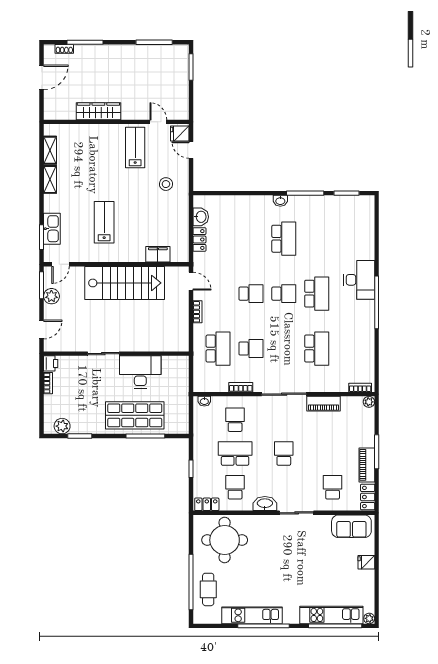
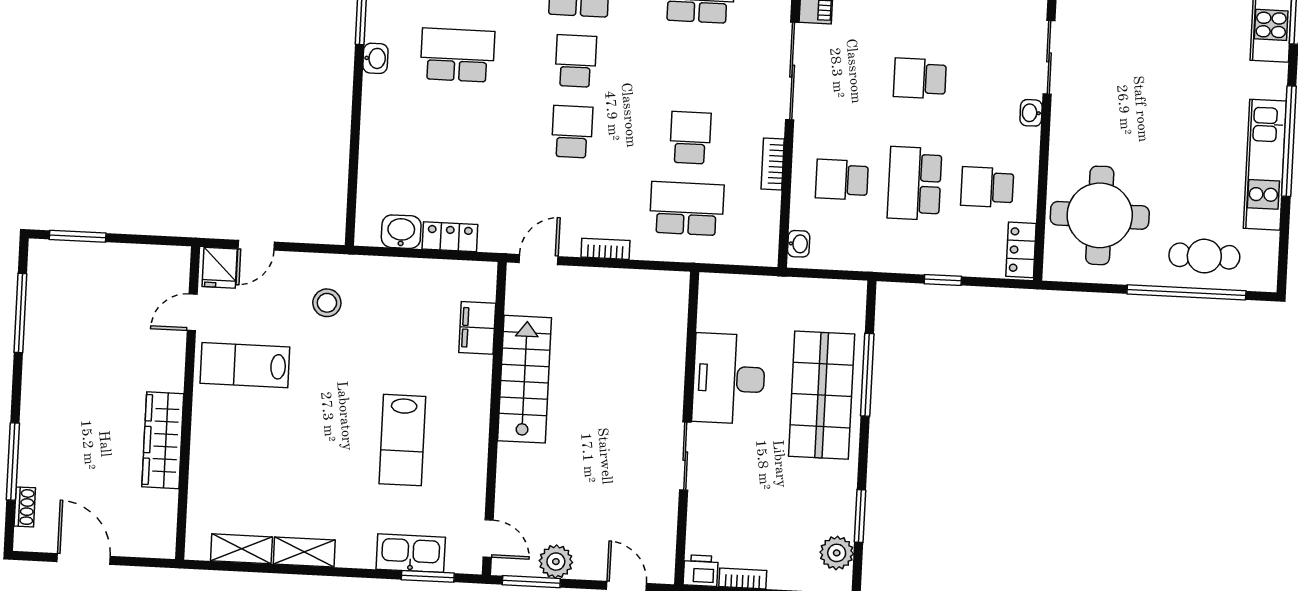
lab bench: (104, 222) -> (402, 440), turned -90
stairs: (125, 283) -> (525, 379), width x0.73, depth x0.66
washbasin: (265, 504) -> (1031, 113), width x0.52, depth x0.69

